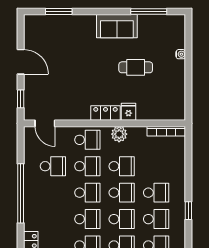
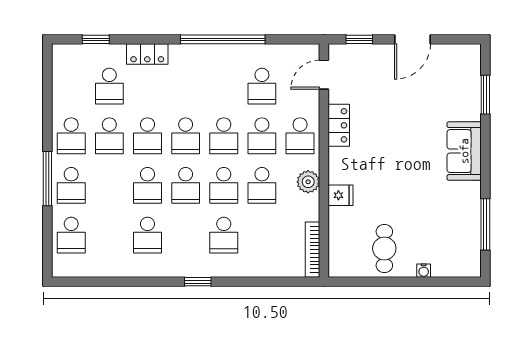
sofa: (117, 26) -> (464, 151), moved
cafe table: (136, 67) -> (384, 248), moved
locker: (105, 113) -> (339, 125), moved
school desk: (156, 219) -> (186, 235), removed

